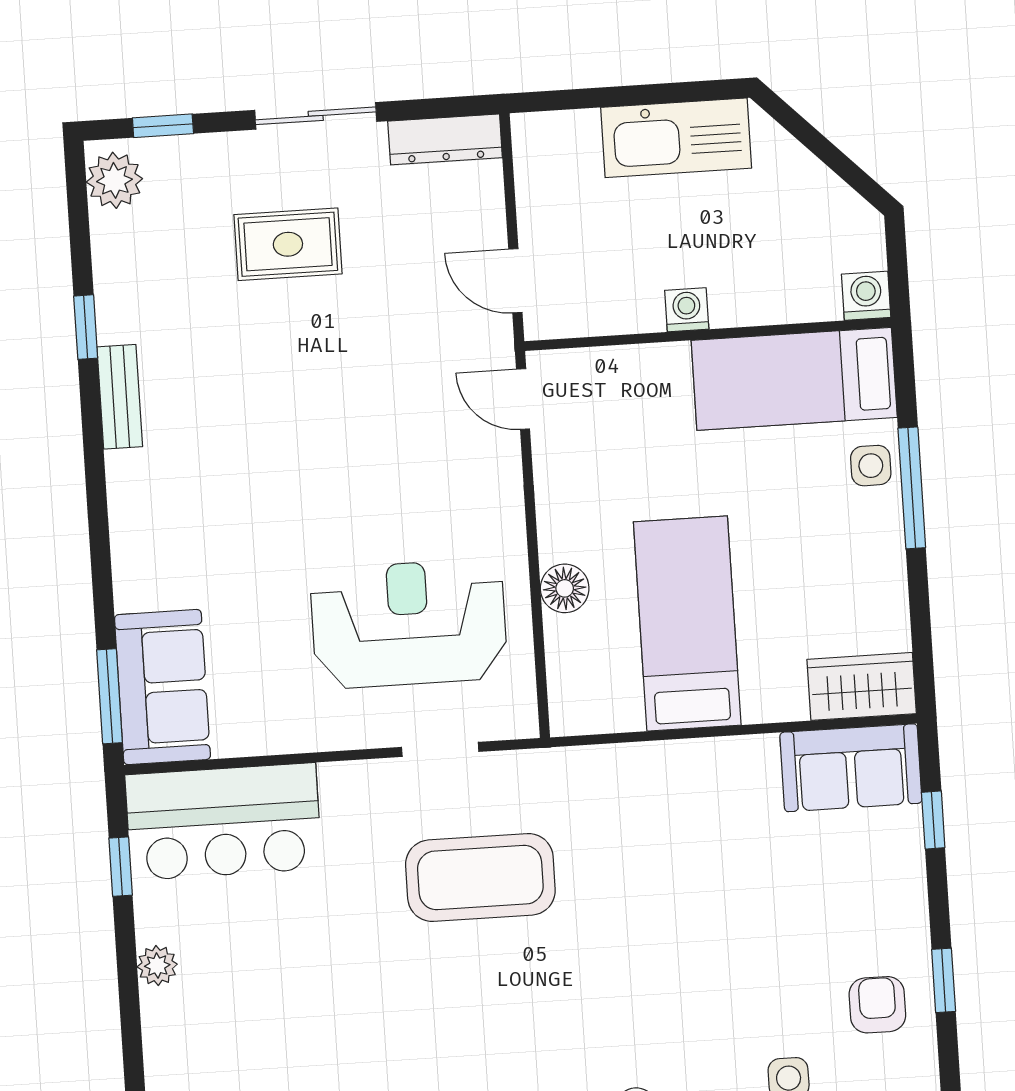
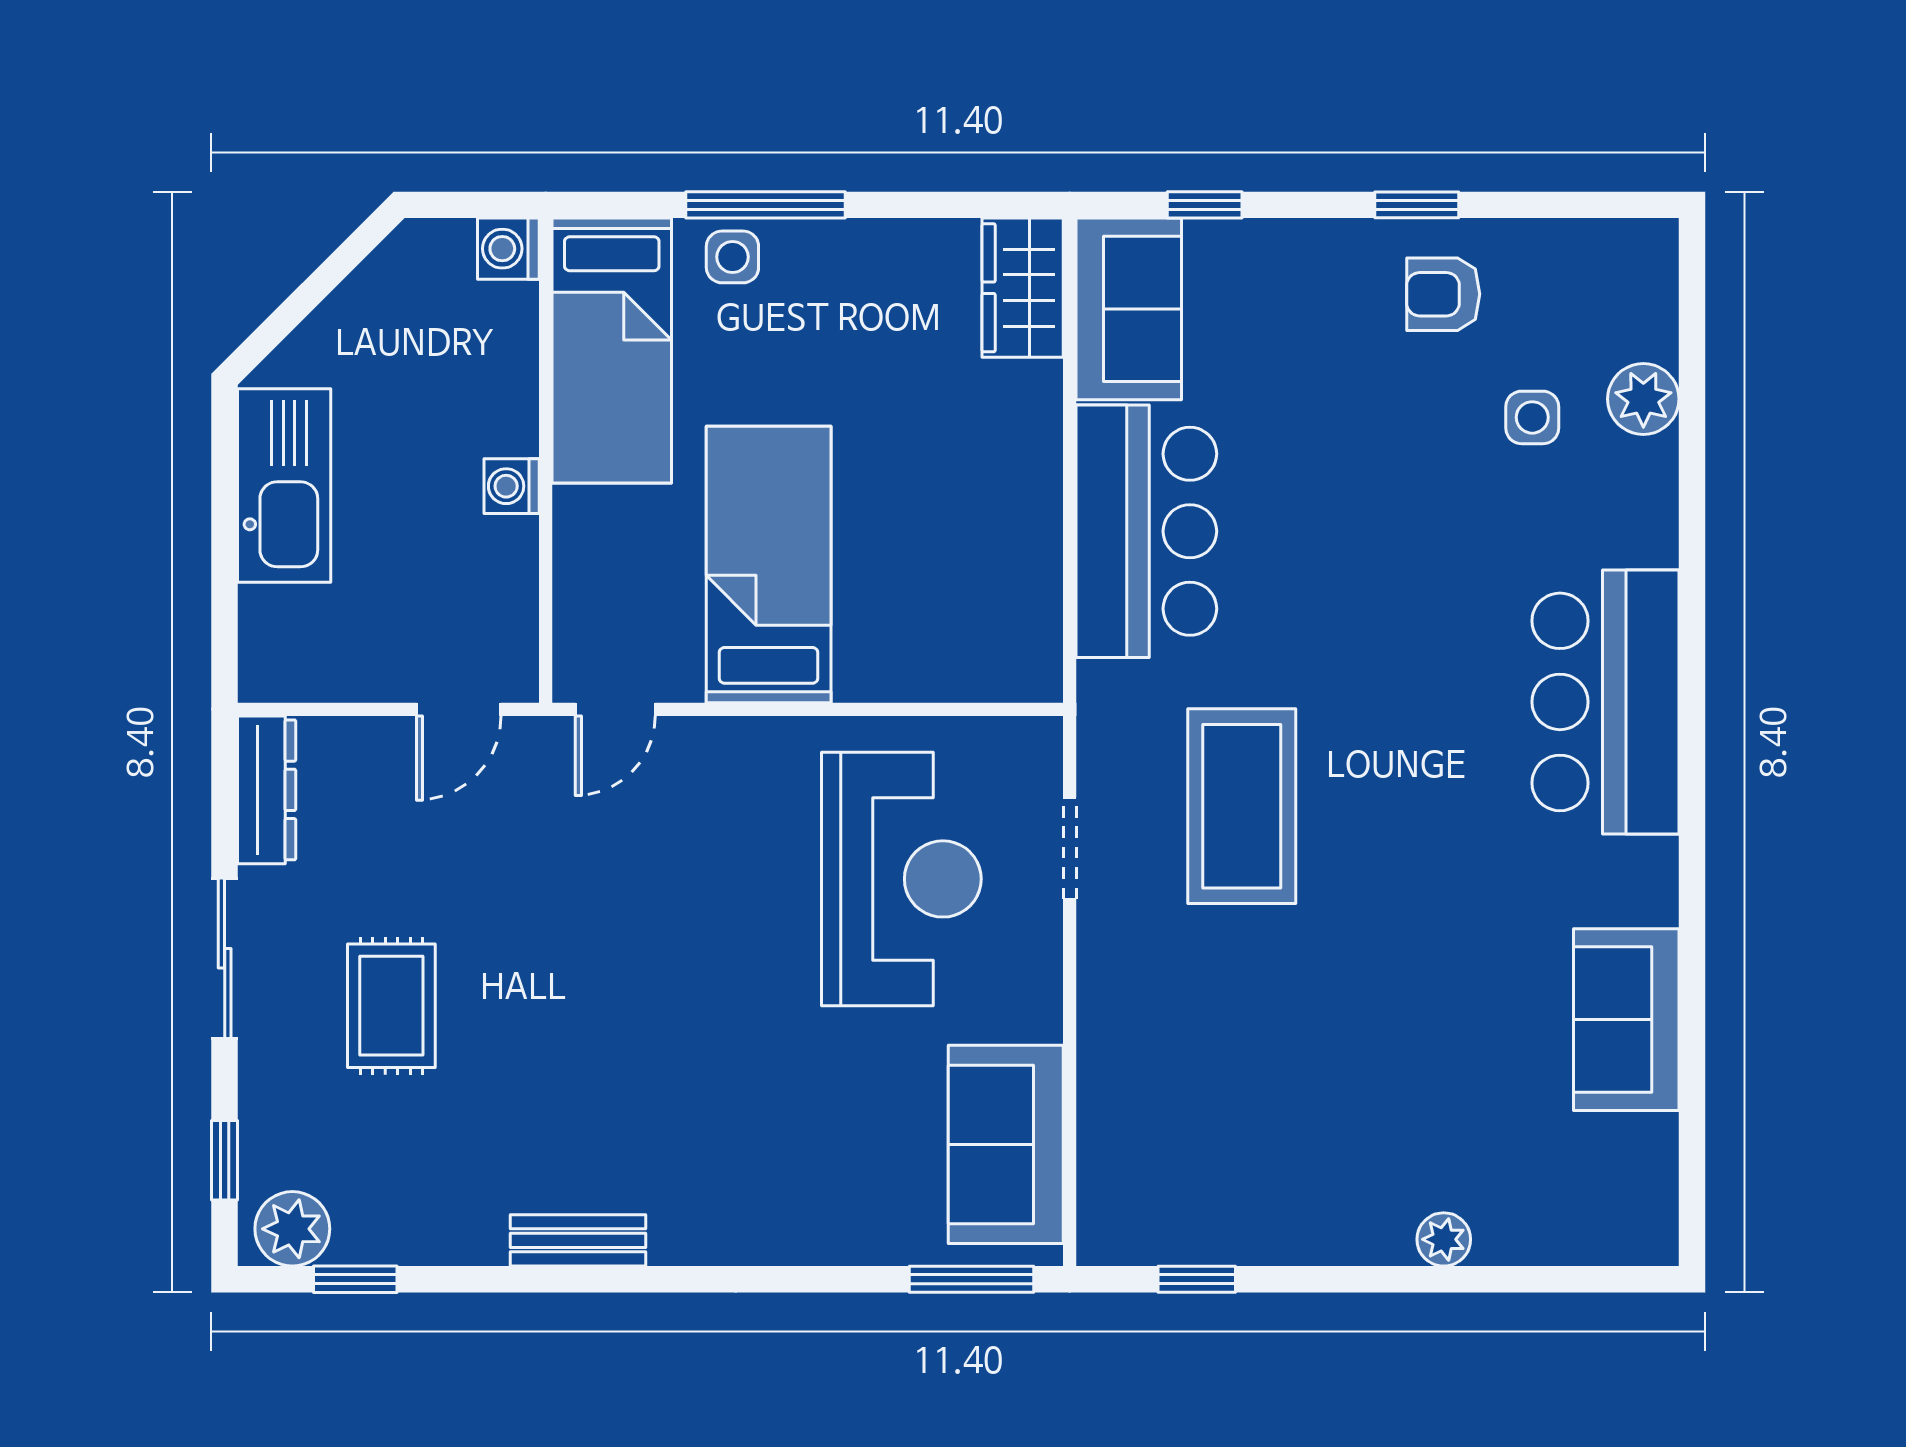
window: (86, 327) -> (355, 1279), moved
floor lamp: (565, 588) -> (868, 671), removed
bed: (687, 623) -> (769, 564), moved, turned 90
reception desk: (409, 624) -> (901, 879), turned 180
sofa: (162, 687) -> (1006, 1144), moved, turned -90
bar counter: (223, 822) -> (1146, 531), moved
plant: (157, 966) -> (1444, 1239), moved

